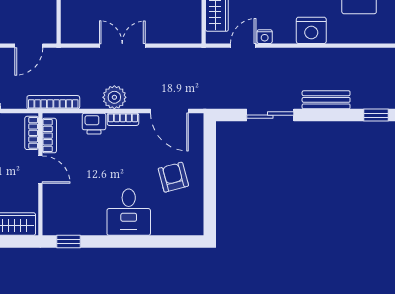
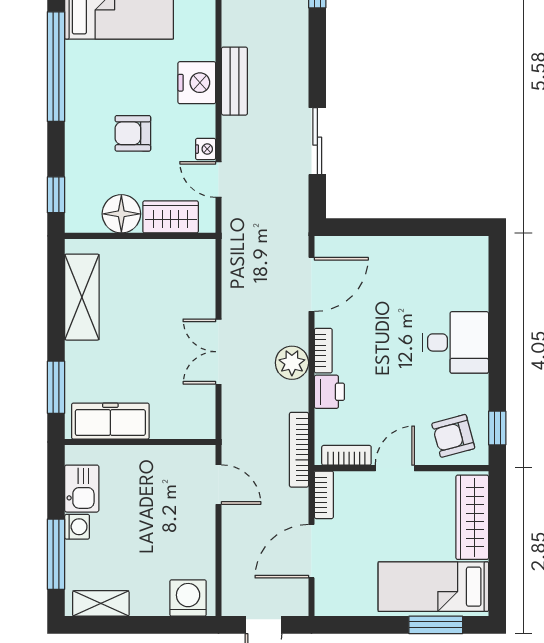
bench: (326, 100) -> (234, 81), moved
bookcase: (32, 133) -> (324, 495), moved, turned -90
armchair: (173, 177) -> (453, 436), moved

